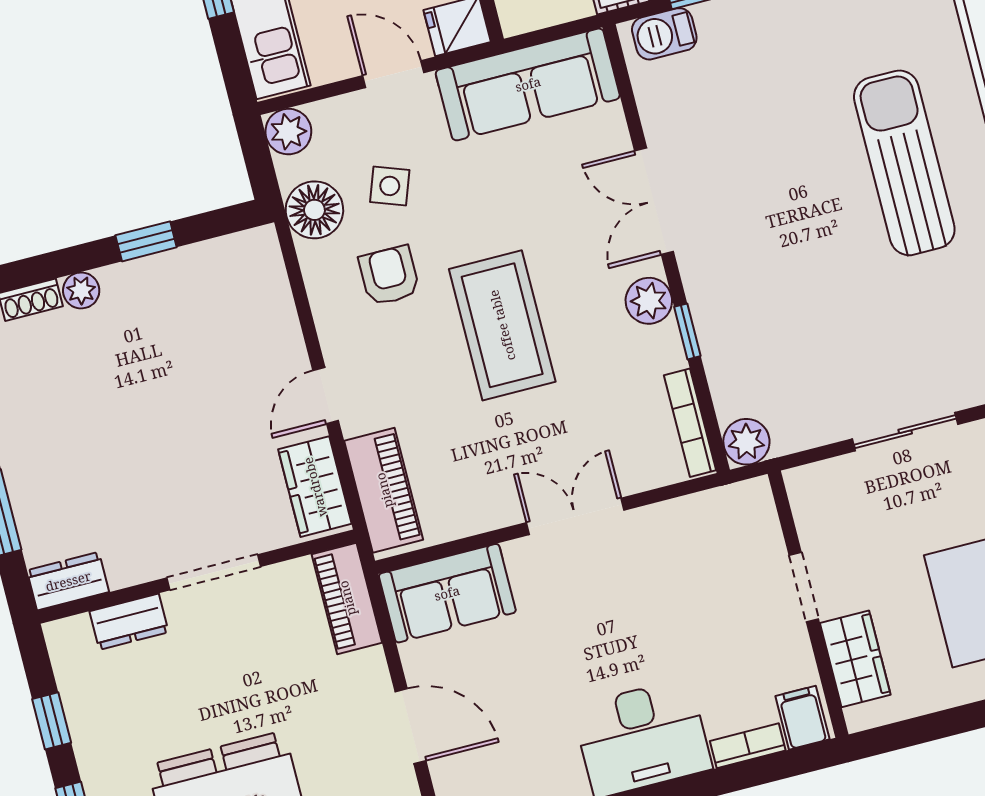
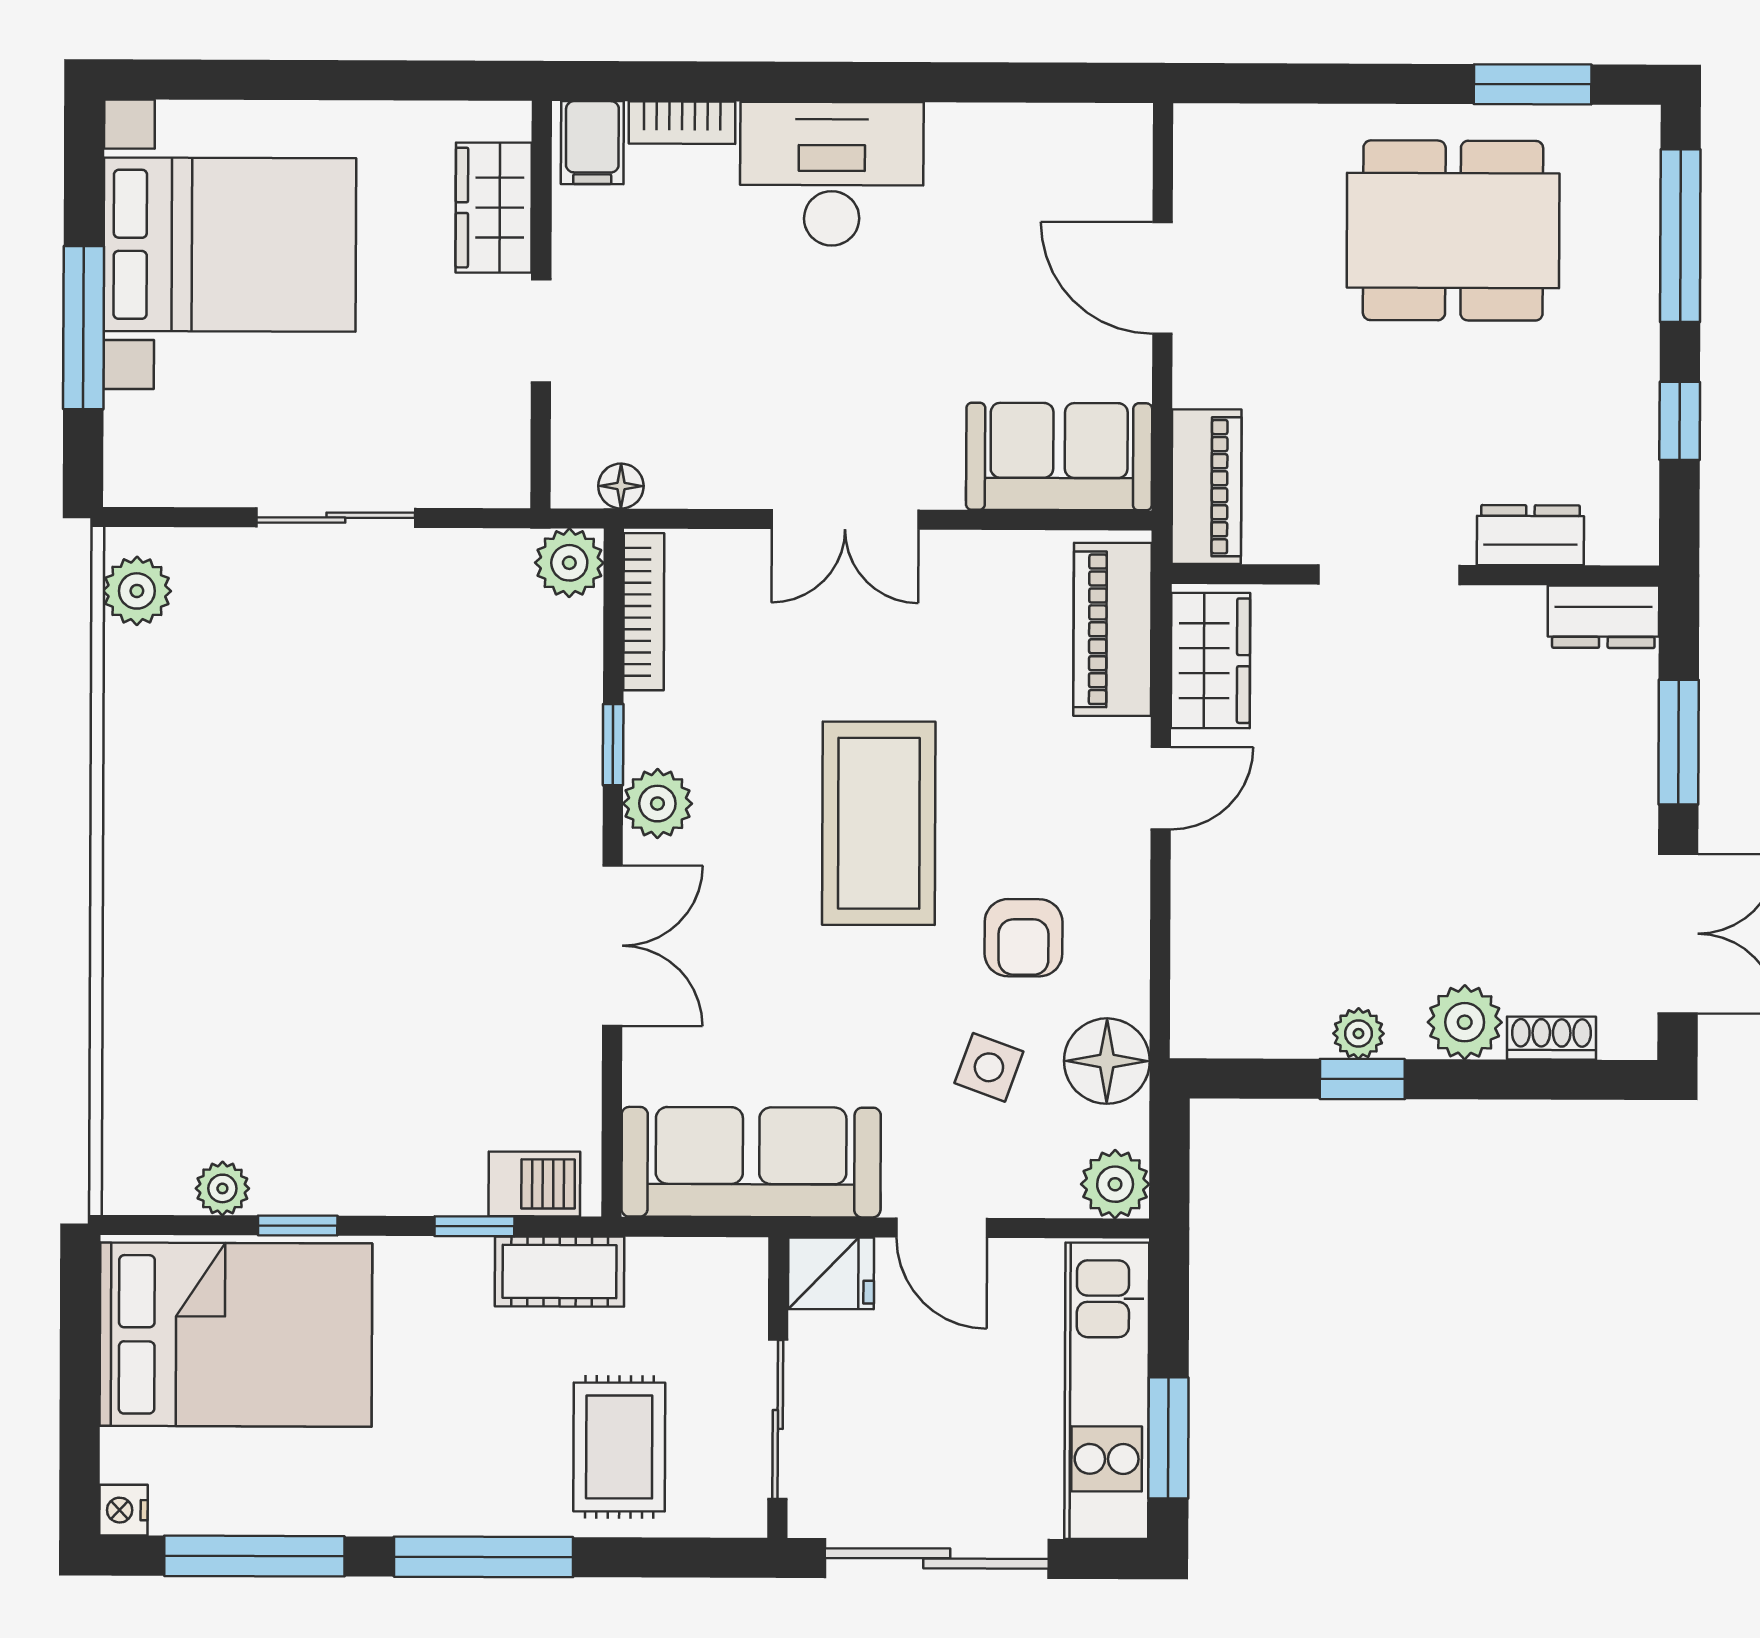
sun lounger: (904, 163) -> (236, 907), removed
plant: (156, 270) -> (1358, 1034), added
plant: (81, 290) -> (1465, 1022), width x1.38, depth x1.38
floor lamp: (726, 500) -> (621, 486), added

